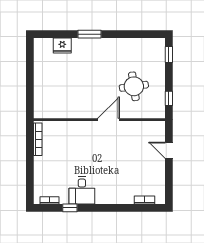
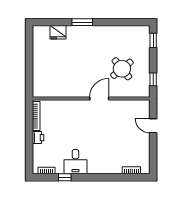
round table: (134, 86) -> (122, 69), turned -31
printer: (40, 163) -> (38, 138), added

